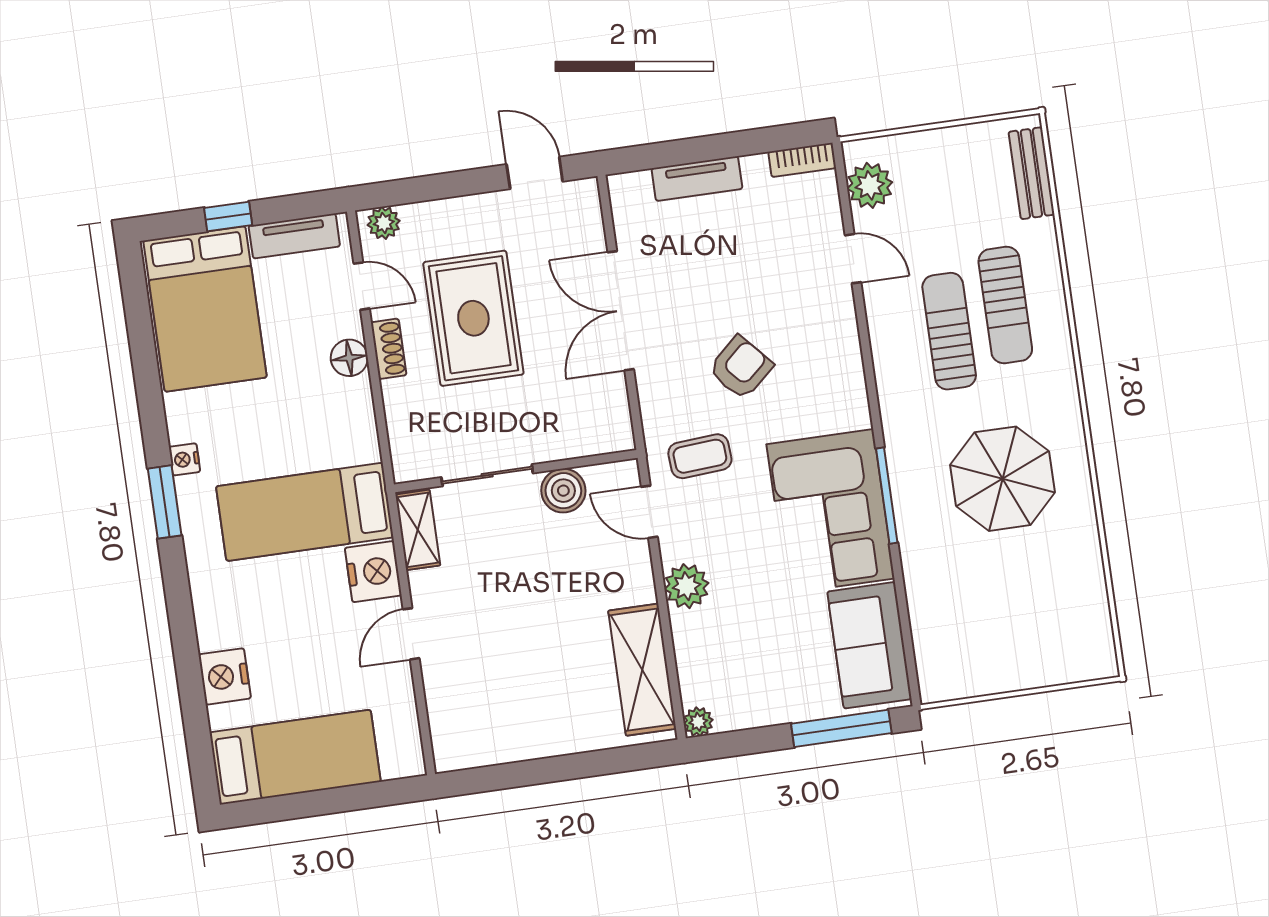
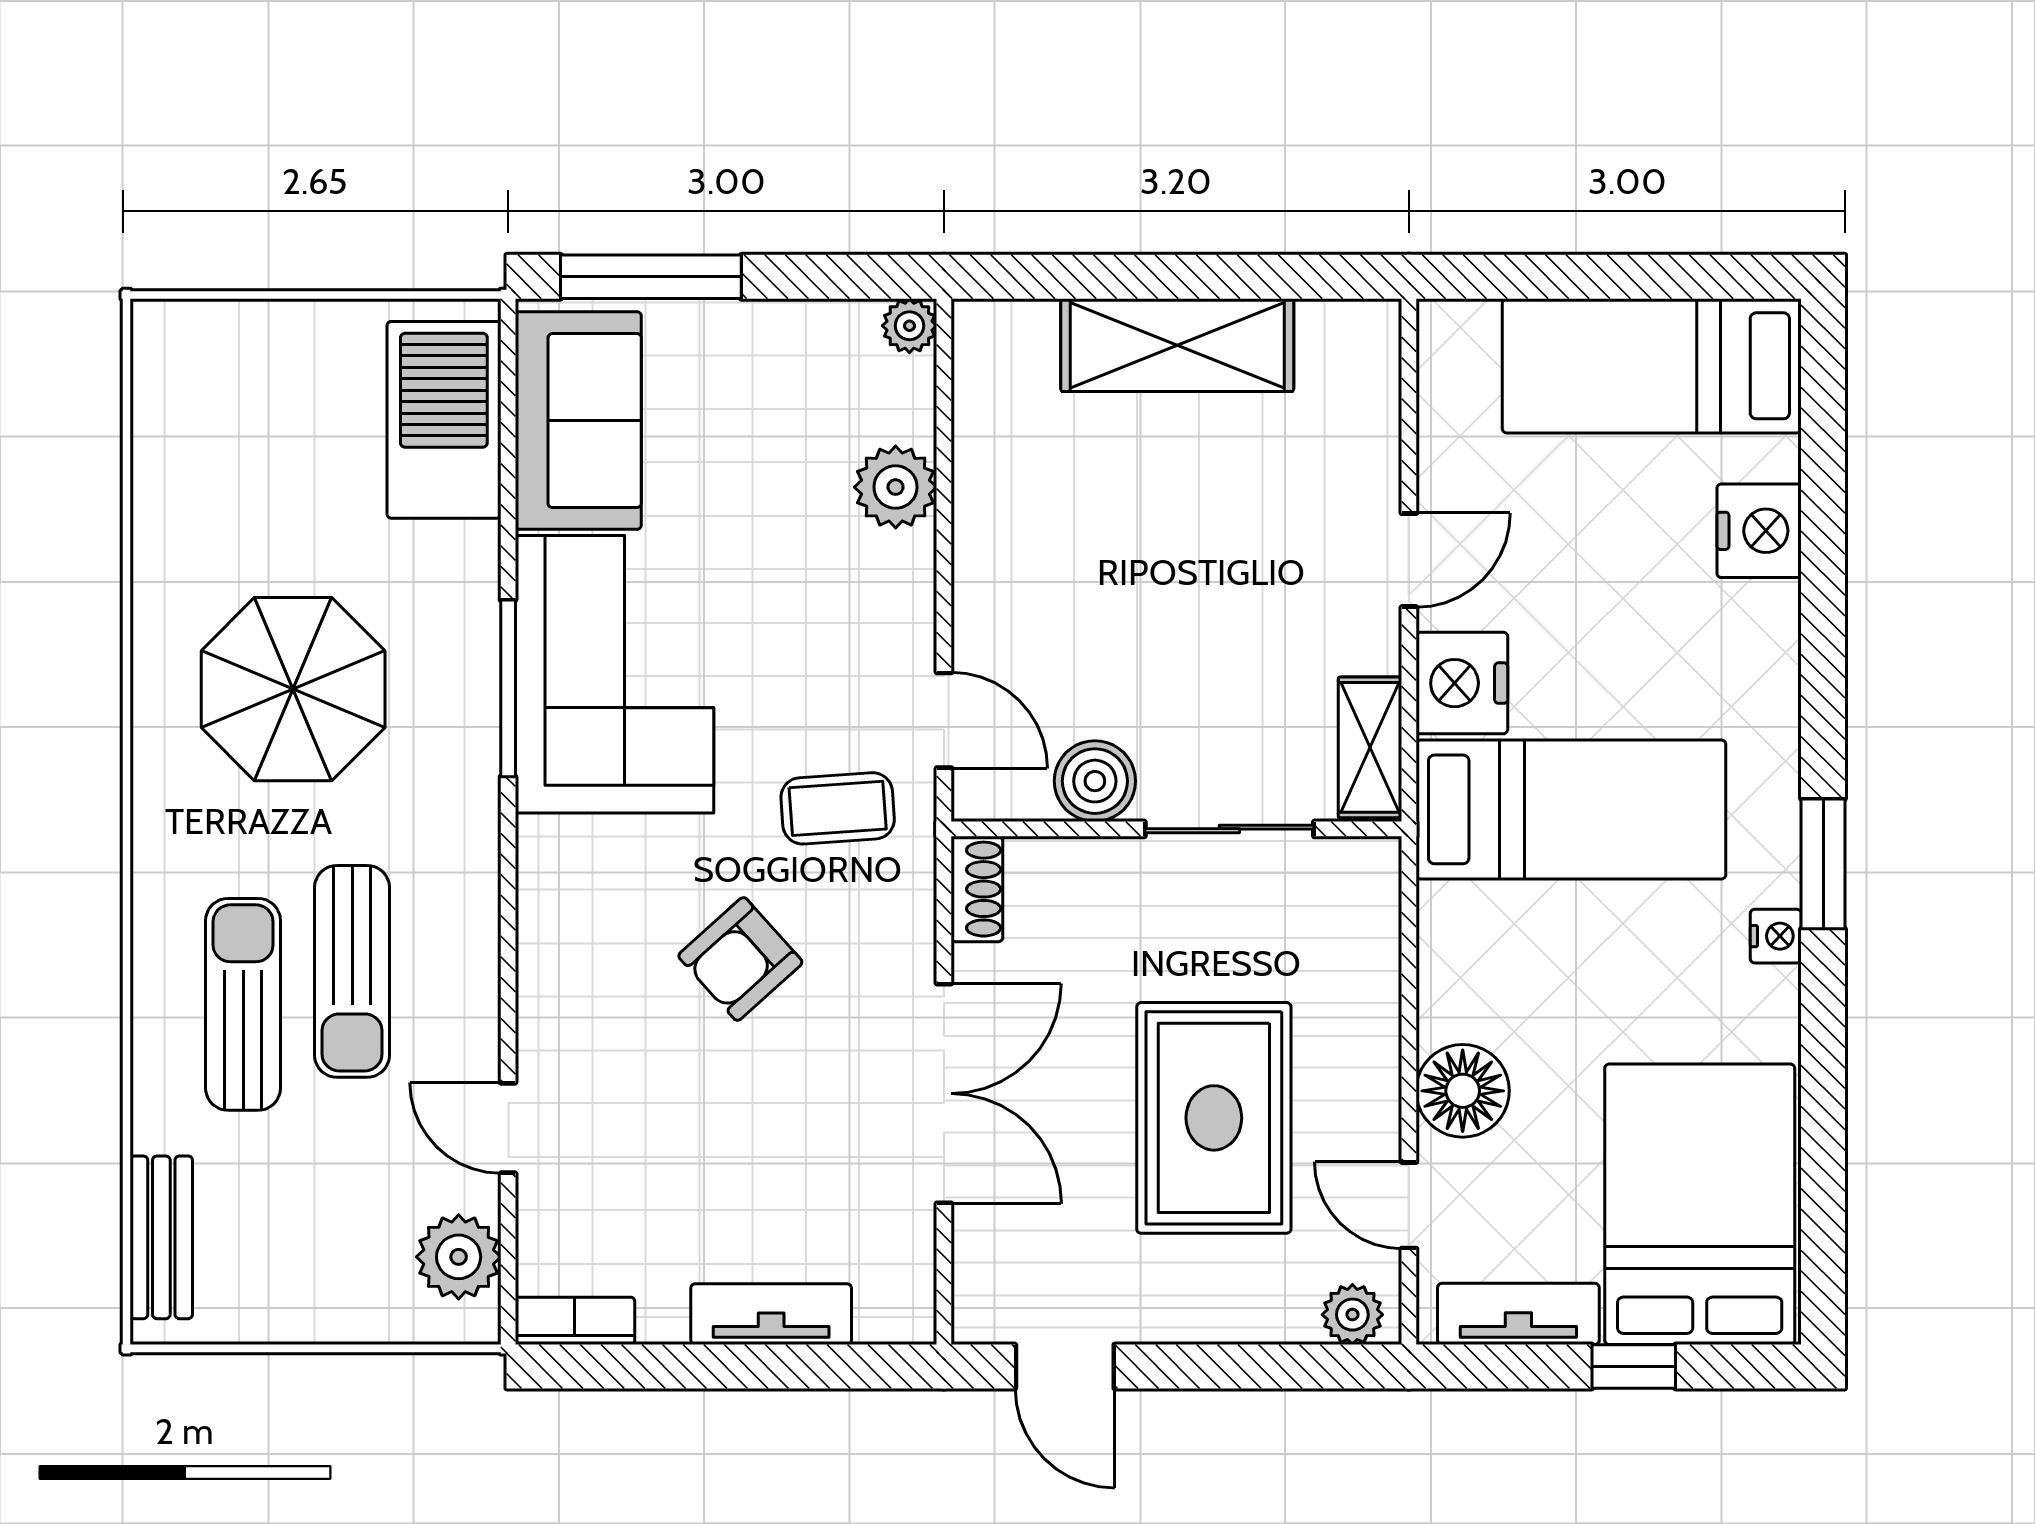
shoe rack: (389, 349) -> (977, 889), moved, turned 180
floor lamp: (349, 358) -> (1463, 1091), width x1.38, depth x1.38
plant: (687, 586) -> (896, 487), moved
barbecue: (942, 635) -> (444, 420), added
shelving: (642, 670) -> (1177, 345), moved, turned 90

